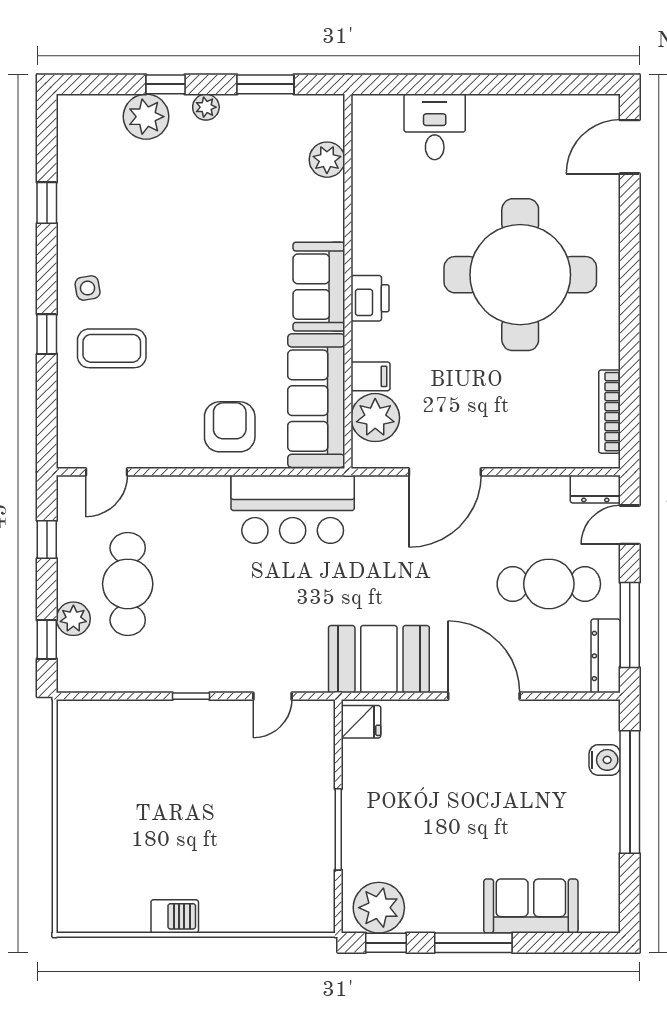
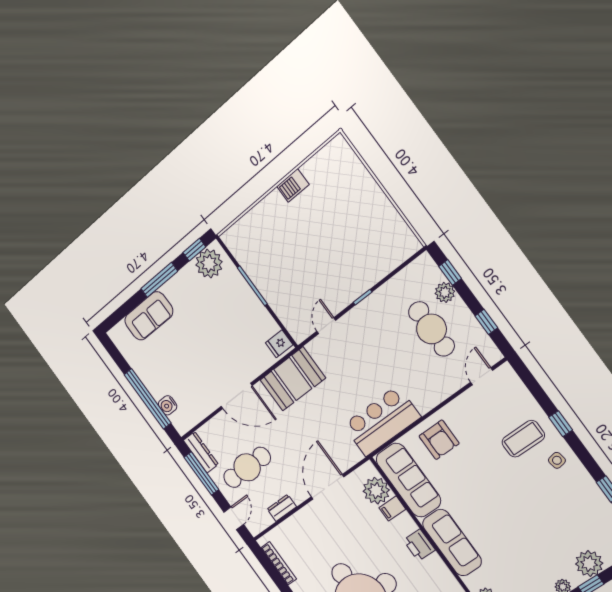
sofa: (319, 287) -> (452, 543), width x1.36
dresser: (595, 489) -> (282, 508), moved

